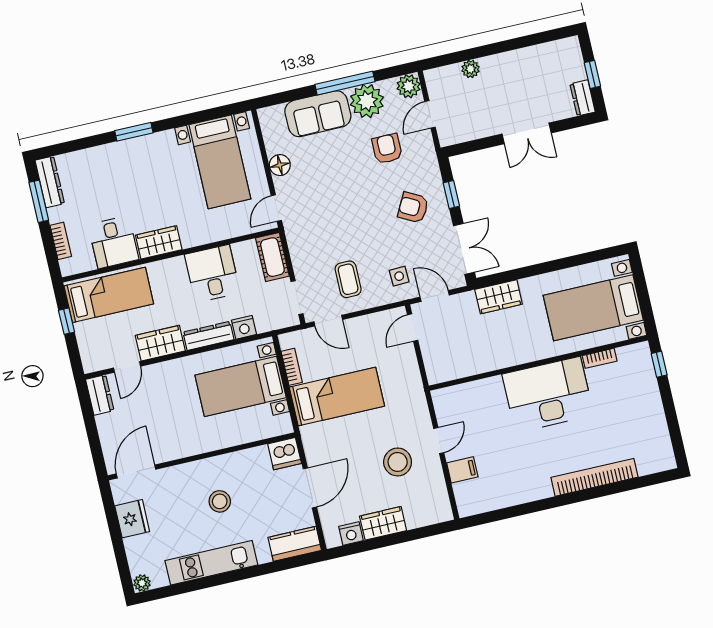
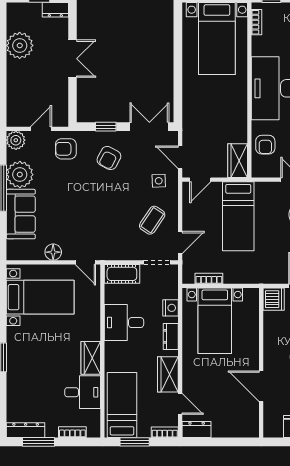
plant: (471, 69) -> (20, 45), moved, width x1.88, depth x1.88
door: (430, 114) -> (41, 129), swing flipped
armchair: (387, 149) -> (66, 149), moved
coffee table: (348, 279) -> (152, 220), turned -56
door: (435, 296) -> (180, 157), hinge flipped
wardrobe: (499, 297) -> (238, 161), moved, turned 180
window: (67, 321) -> (135, 442), width x1.50
door: (413, 328) -> (200, 180), hinge flipped
dresser: (208, 336) -> (171, 336), width x0.70
bookcase: (87, 356) -> (165, 432), added
bookcase: (600, 358) -> (257, 22), moved
bed: (337, 397) -> (238, 216), moved, turned 180
armchair: (475, 399) -> (265, 145), added
door: (136, 471) -> (261, 386), moved

